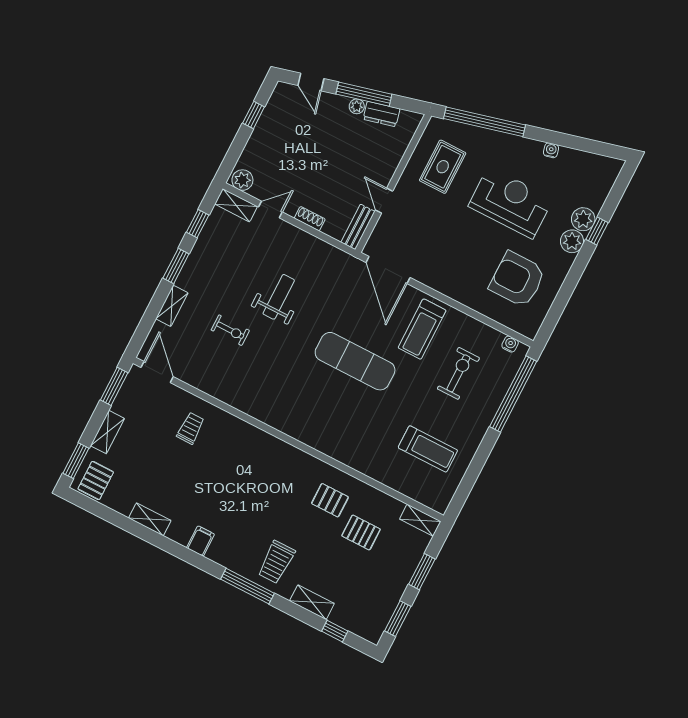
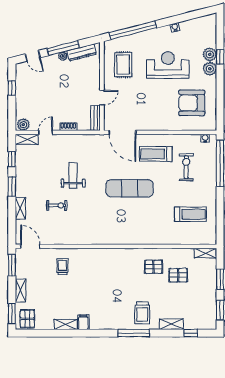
dresser: (381, 114) -> (82, 53), width x1.44
door: (384, 201) -> (102, 98), swing flipped
treadmill: (422, 329) -> (156, 154), turned 90
filing cabinet: (201, 541) -> (83, 322), moved

